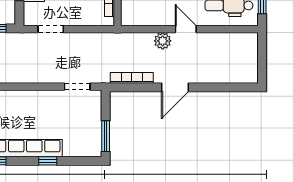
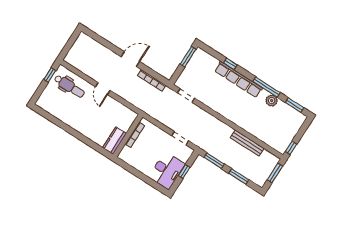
plant: (163, 41) -> (120, 90), removed

